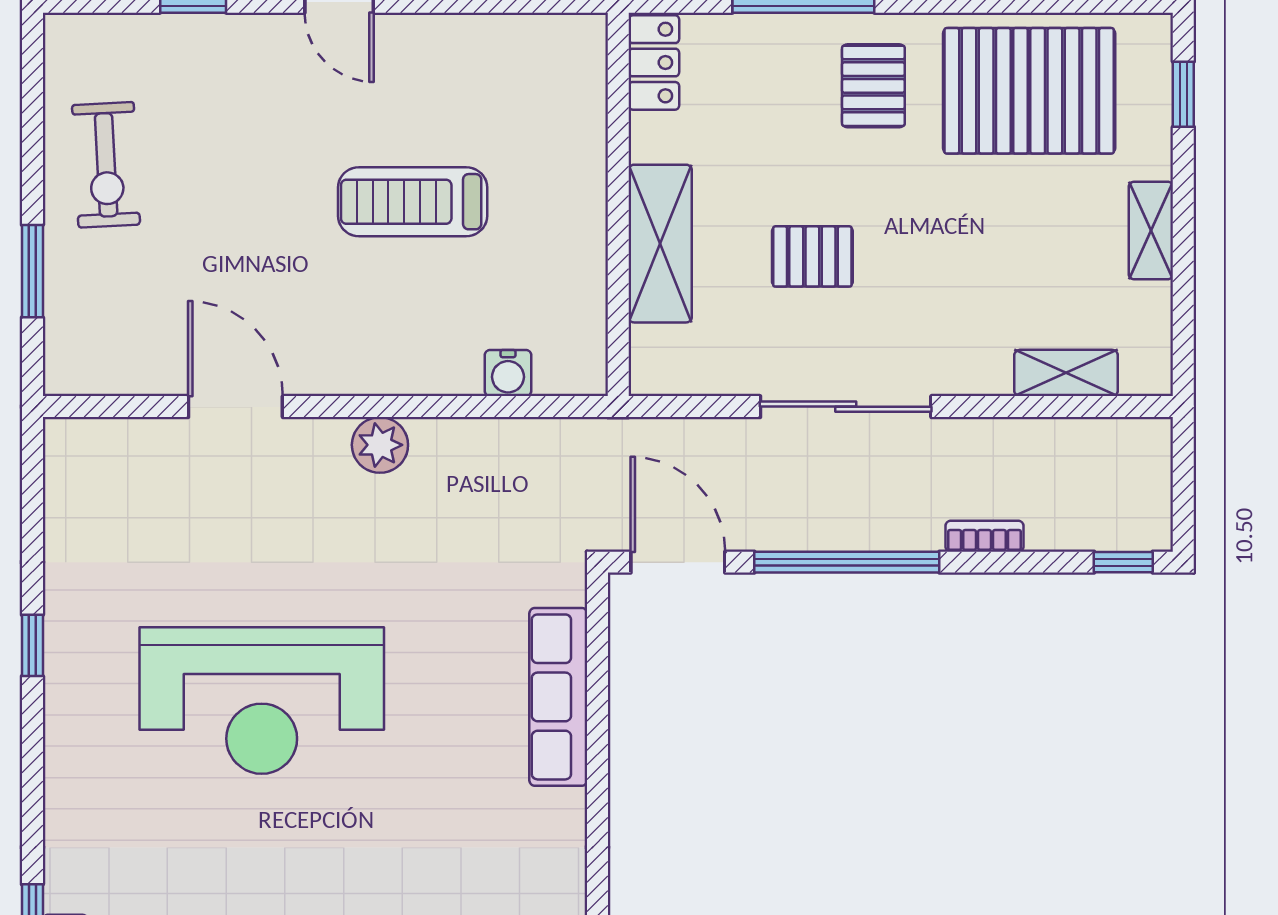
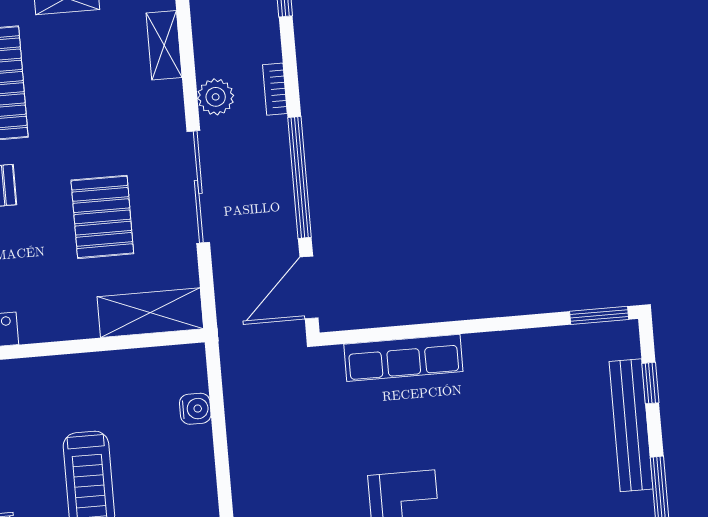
shelving: (660, 244) -> (150, 313), moved
pallet: (812, 256) -> (102, 217), width x1.50, depth x1.42
plant: (380, 445) -> (216, 97), moved

